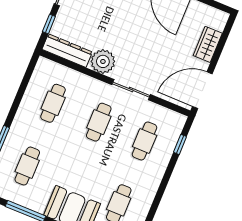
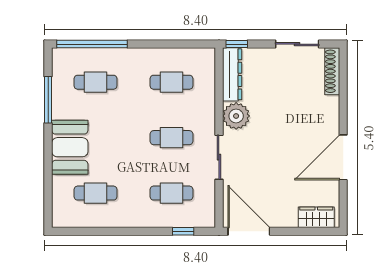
window: (49, 24) -> (237, 44), moved
wardrobe: (208, 44) -> (316, 217), moved

